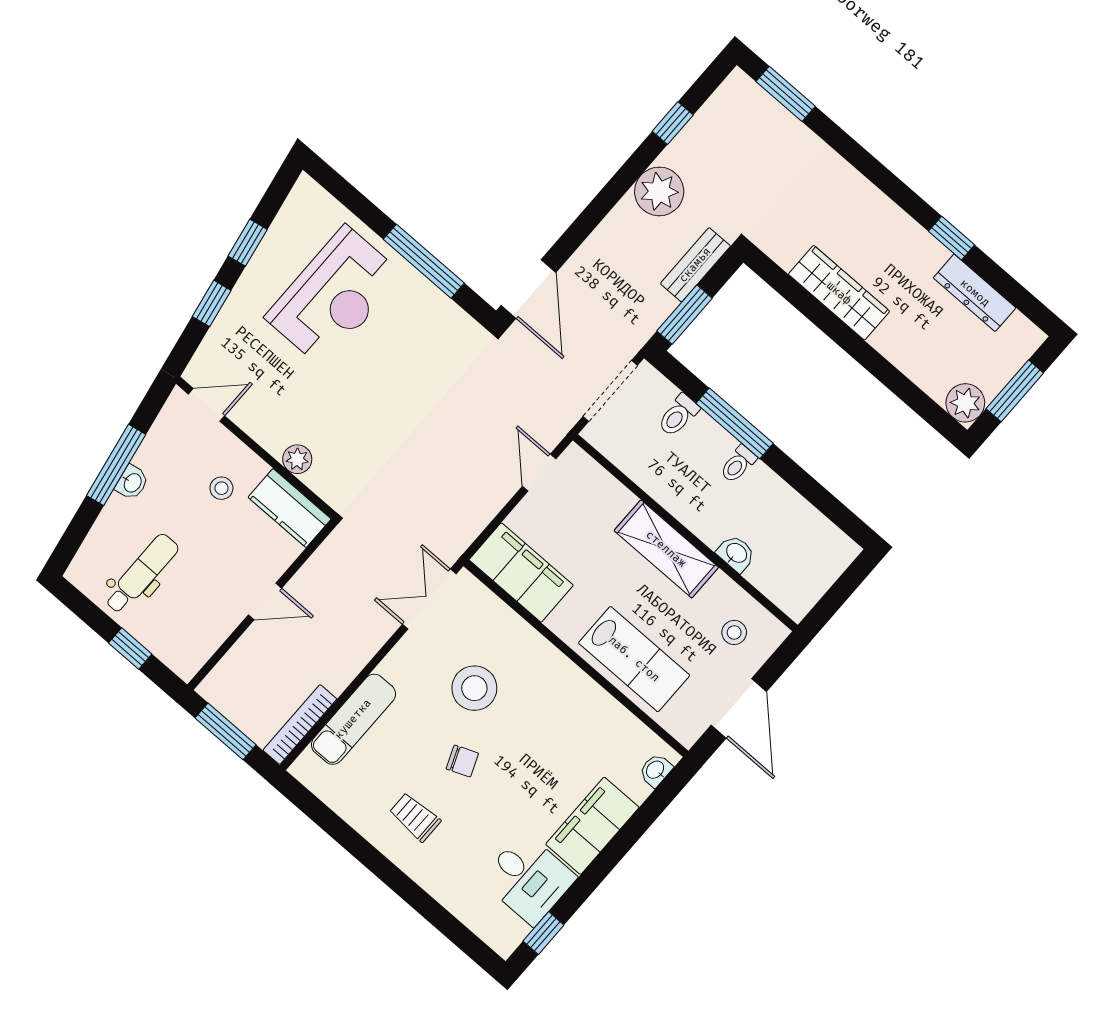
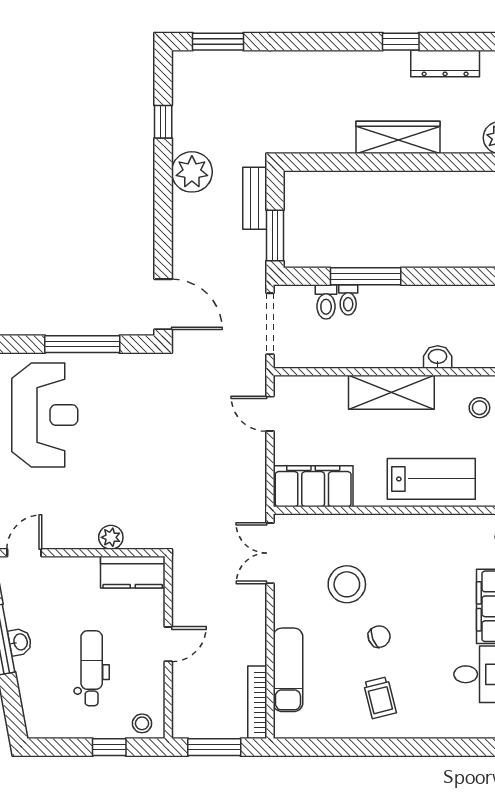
wardrobe: (839, 293) -> (398, 137), moved
toilet: (738, 464) -> (348, 300), moved
stool: (221, 488) -> (142, 723), moved
dental chair: (142, 574) -> (92, 668), moved
trolley: (415, 817) -> (380, 698), turned -104

